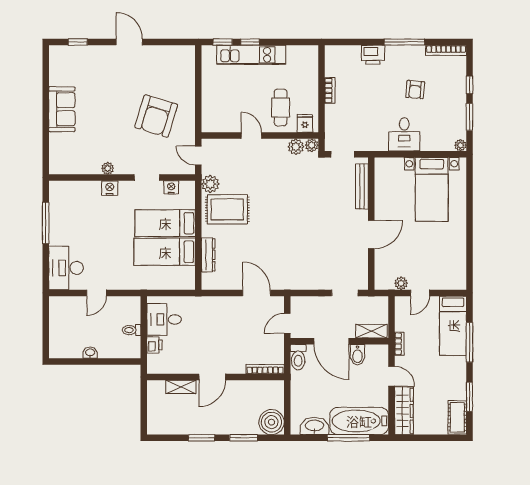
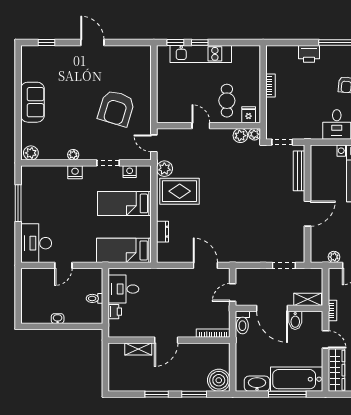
plant: (60, 166) -> (31, 153), added
bed: (165, 252) -> (124, 250), moved
dresser: (208, 255) -> (163, 232), width x0.70

